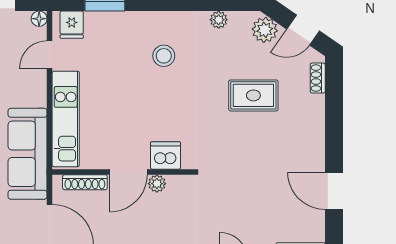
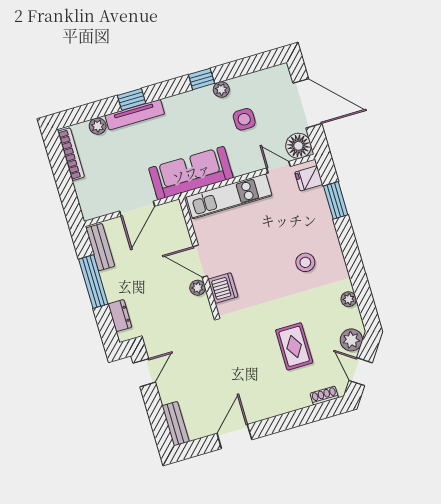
floor lamp: (39, 19) -> (298, 146), width x1.89, depth x1.89
shoe rack: (85, 182) -> (181, 228), removed

